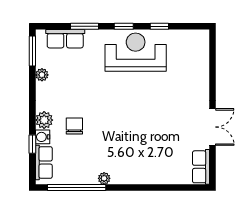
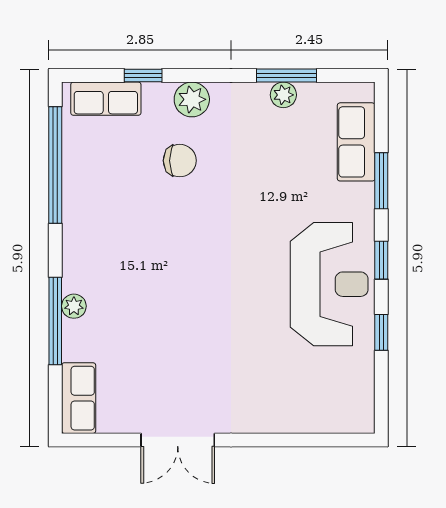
window: (32, 51) -> (287, 76), moved
water cooler: (43, 137) -> (158, 96), removed
row of seats: (201, 167) -> (79, 398), moved, turned 90
plant: (104, 178) -> (74, 306), moved
window: (154, 188) -> (55, 321), added

